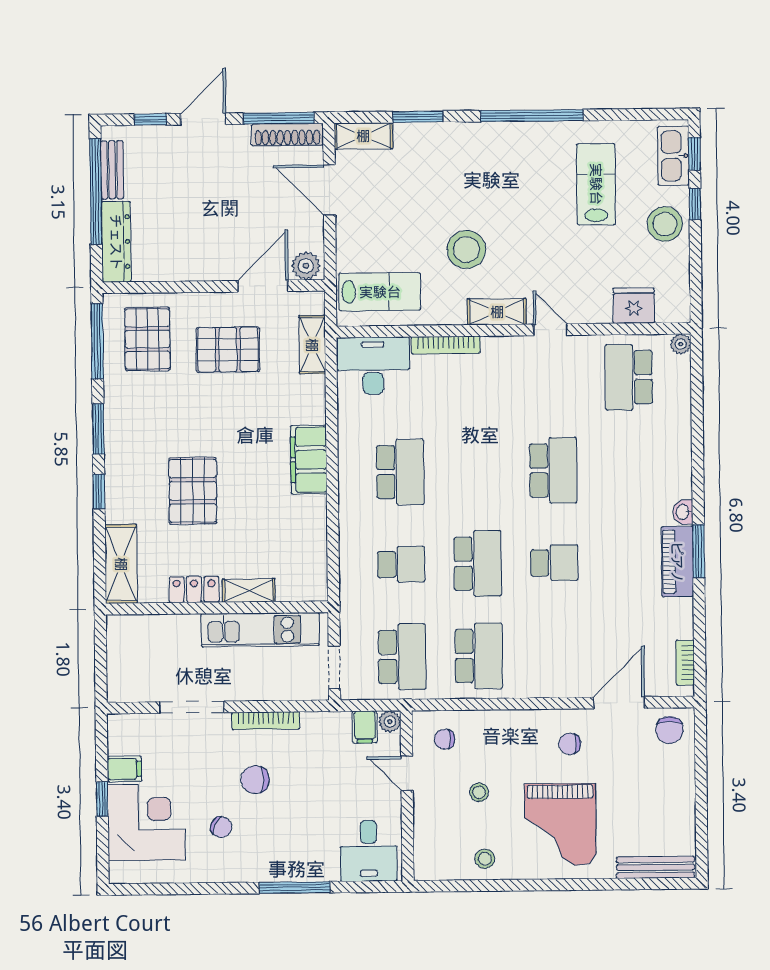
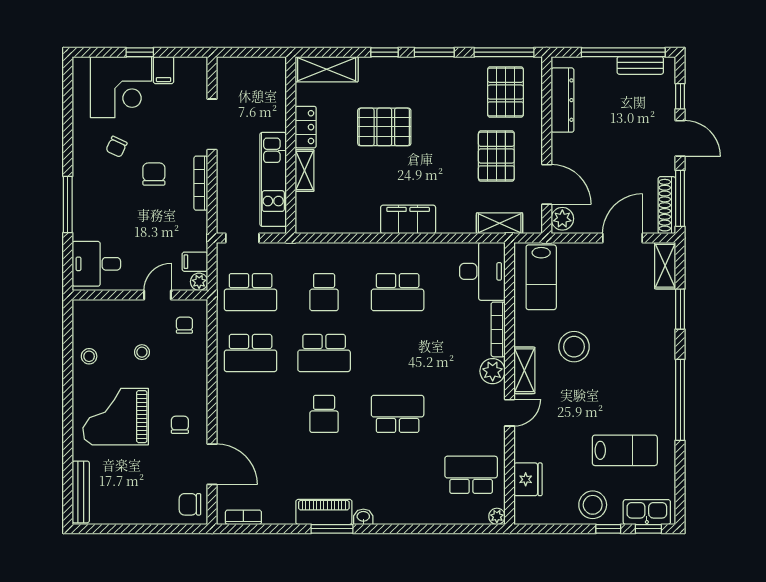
dresser: (116, 242) -> (562, 100), moved, turned -90
pallet: (147, 339) -> (505, 92), turned 90
plant: (498, 352) -> (493, 371), added
school desk: (553, 470) -> (398, 414), turned 180

